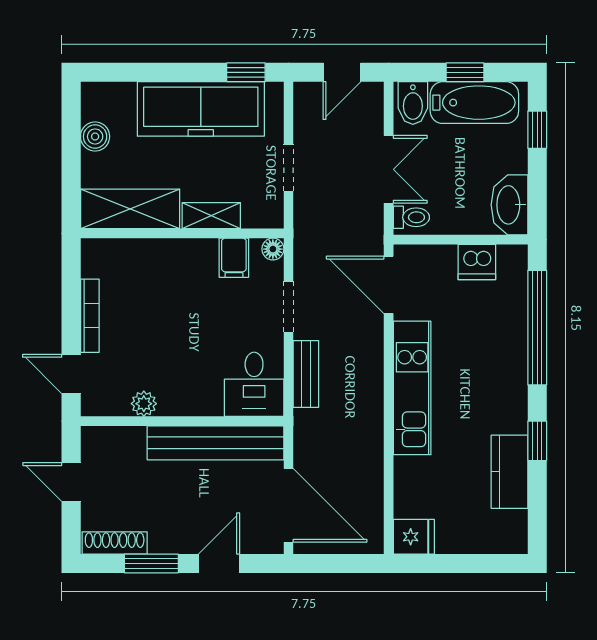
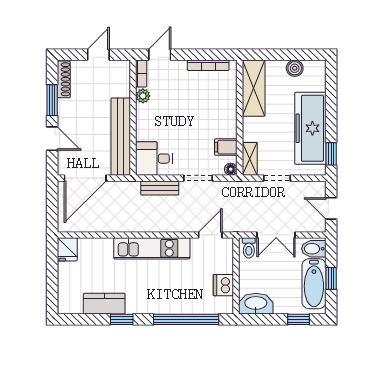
shelving: (211, 216) -> (250, 159), moved
door: (389, 285) -> (210, 235), width x0.73
bookcase: (90, 316) -> (208, 65), moved
bookcase: (105, 407) -> (141, 74), added

